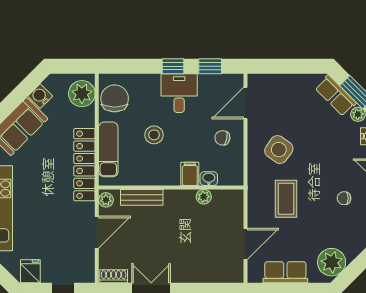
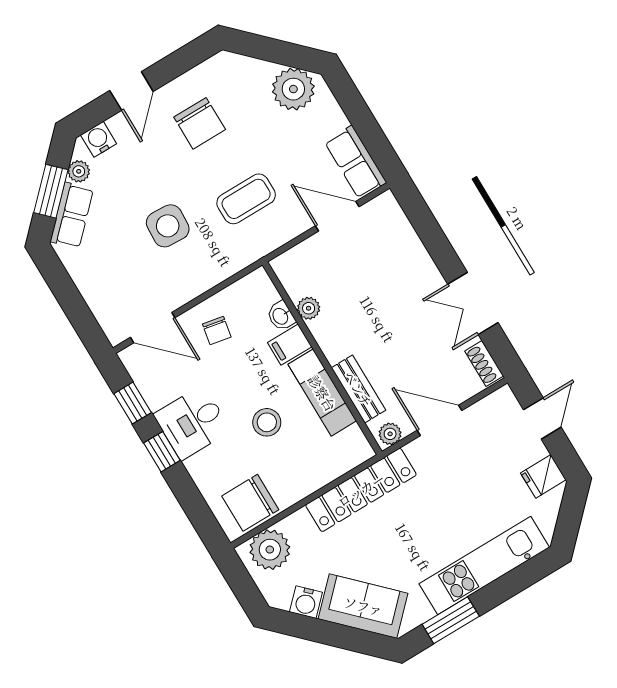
exam couch: (108, 149) -> (322, 393), moved, turned -90
side table: (279, 150) -> (168, 226), moved, turned -32
chair: (344, 198) -> (200, 123), width x1.87, depth x1.87
row of seats: (285, 272) -> (356, 162), moved

